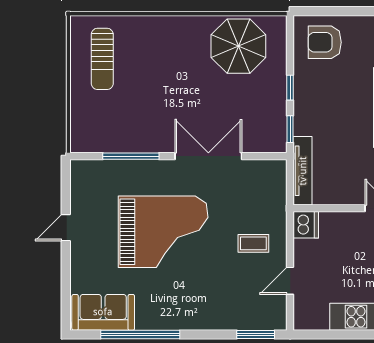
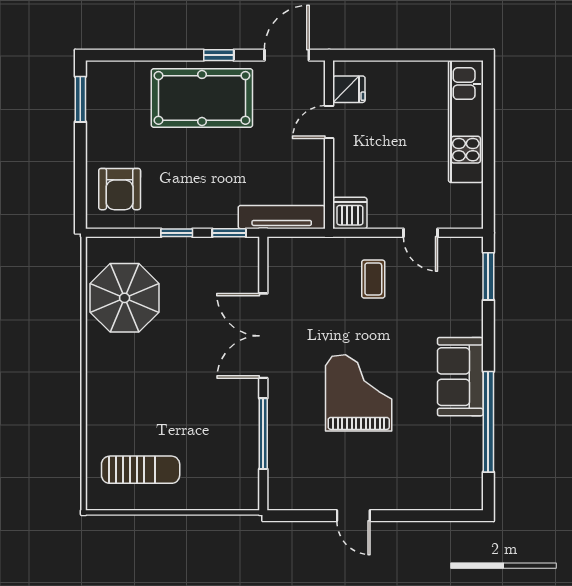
grand piano: (163, 232) -> (359, 393), width x0.73, depth x0.68
sofa: (103, 312) -> (460, 377), moved

